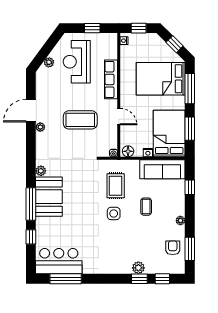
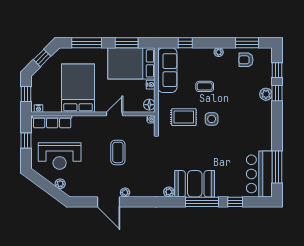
row of seats: (111, 79) -> (52, 122), moved
bed: (161, 79) -> (78, 88), moved, turned 180
coffee table: (80, 120) -> (118, 152), width x0.73, depth x0.76

